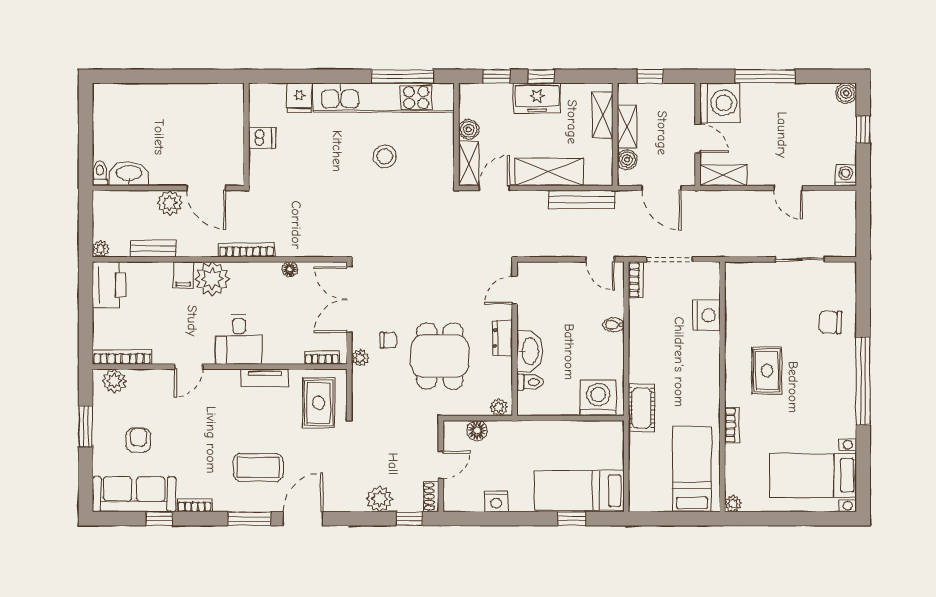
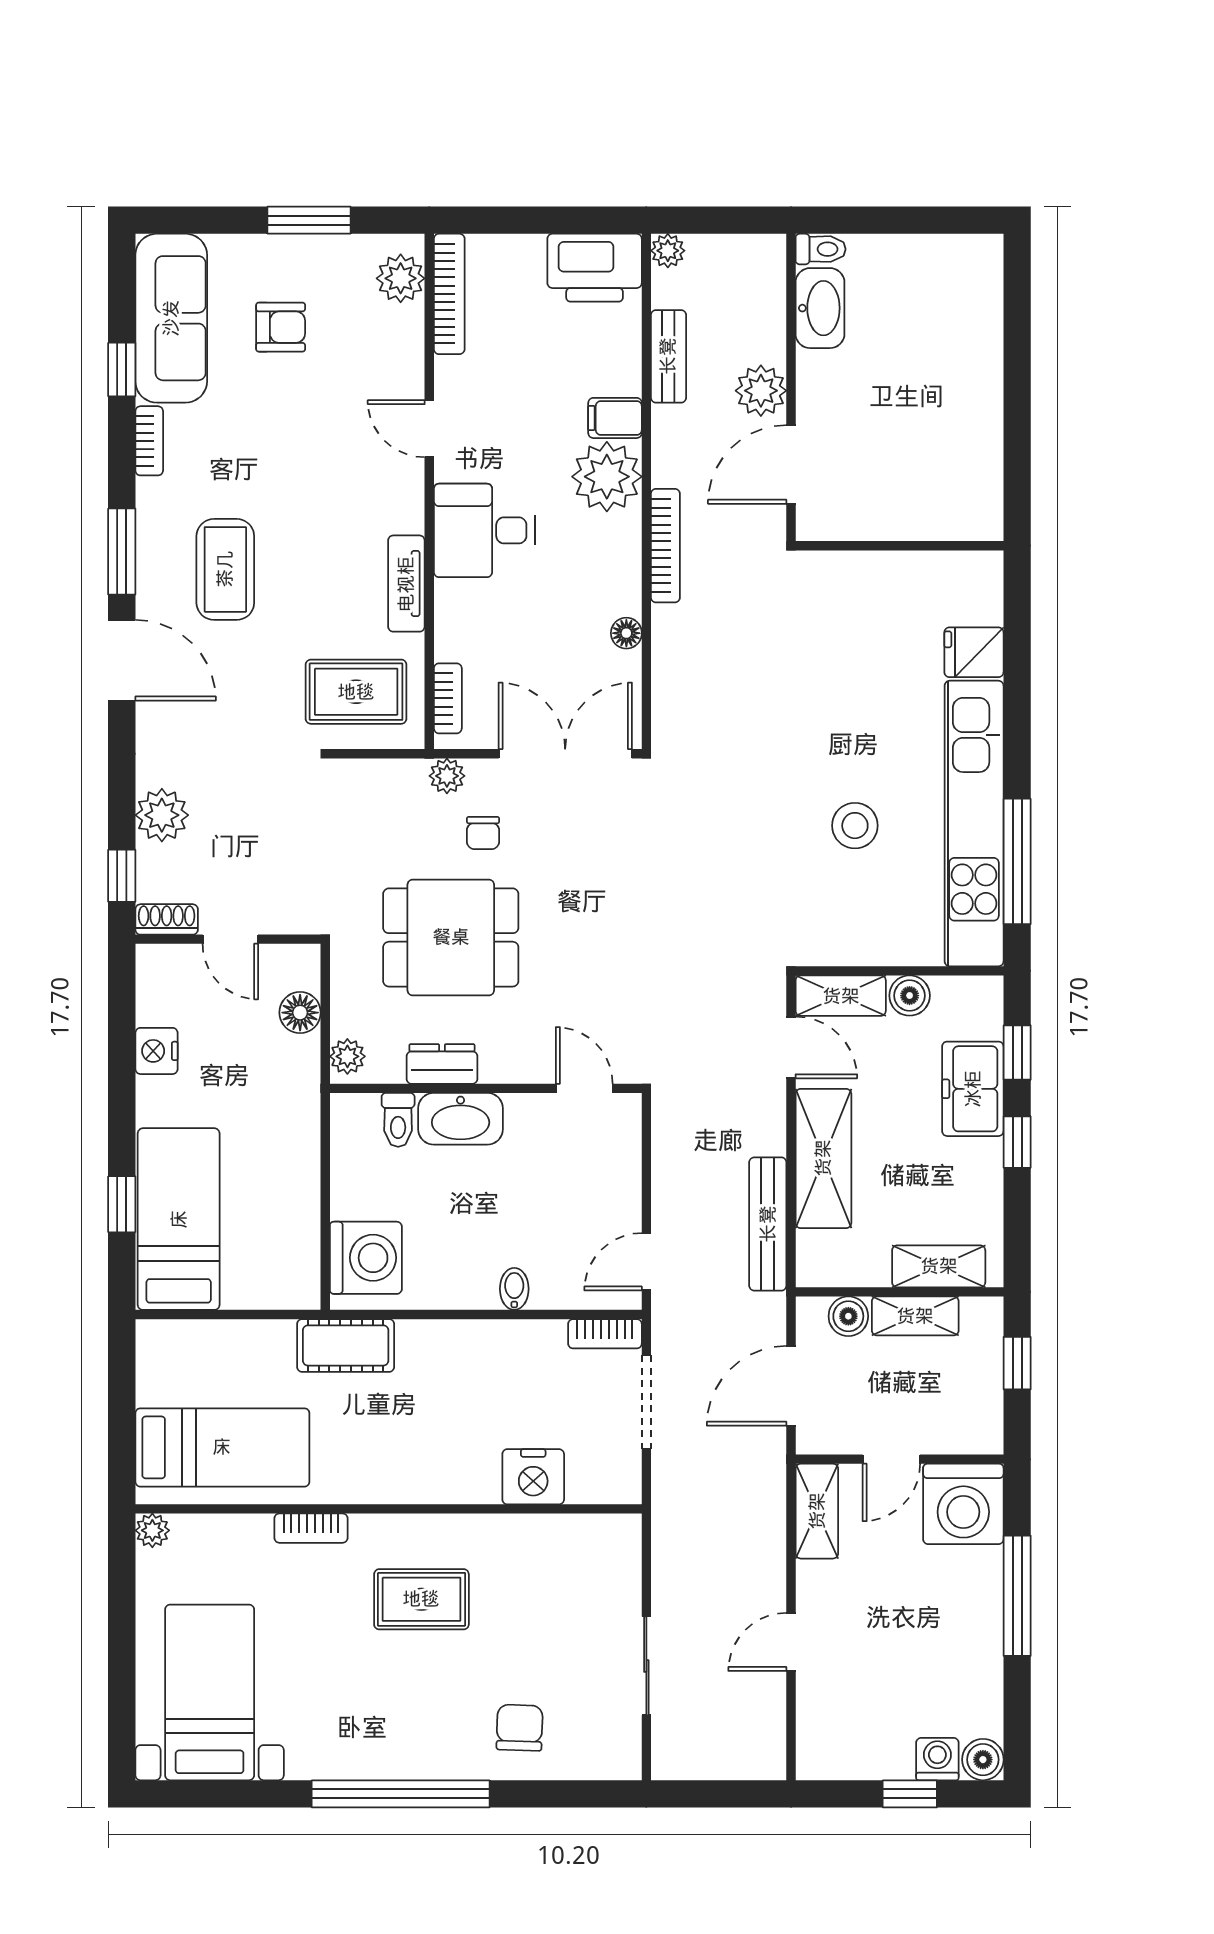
freezer: (537, 98) -> (973, 1089), moved
dishwasher: (262, 138) -> (892, 578), removed
washing machine: (846, 175) -> (937, 1759), moved, turned -90
dresser: (502, 338) -> (442, 1064), moved

